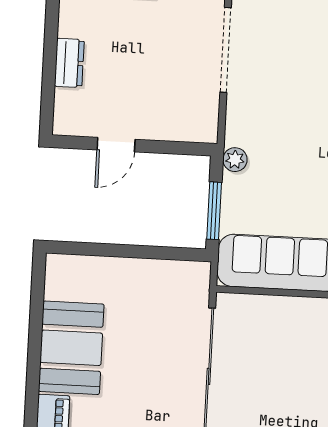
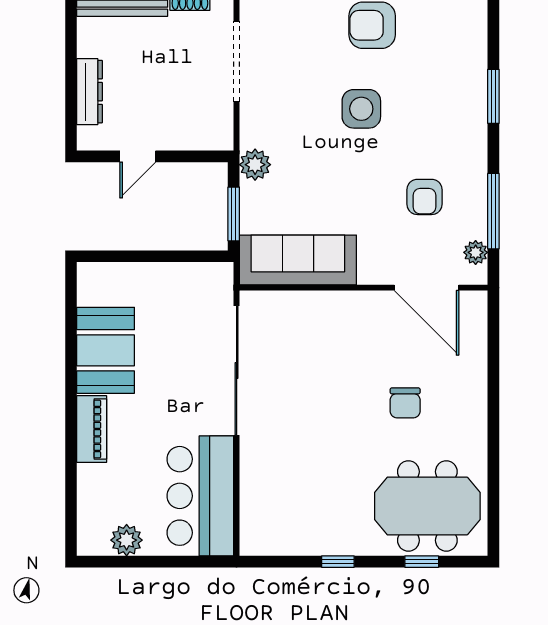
dresser: (69, 63) -> (90, 92), width x1.44
plant: (235, 160) -> (255, 165), width x1.38, depth x1.38

